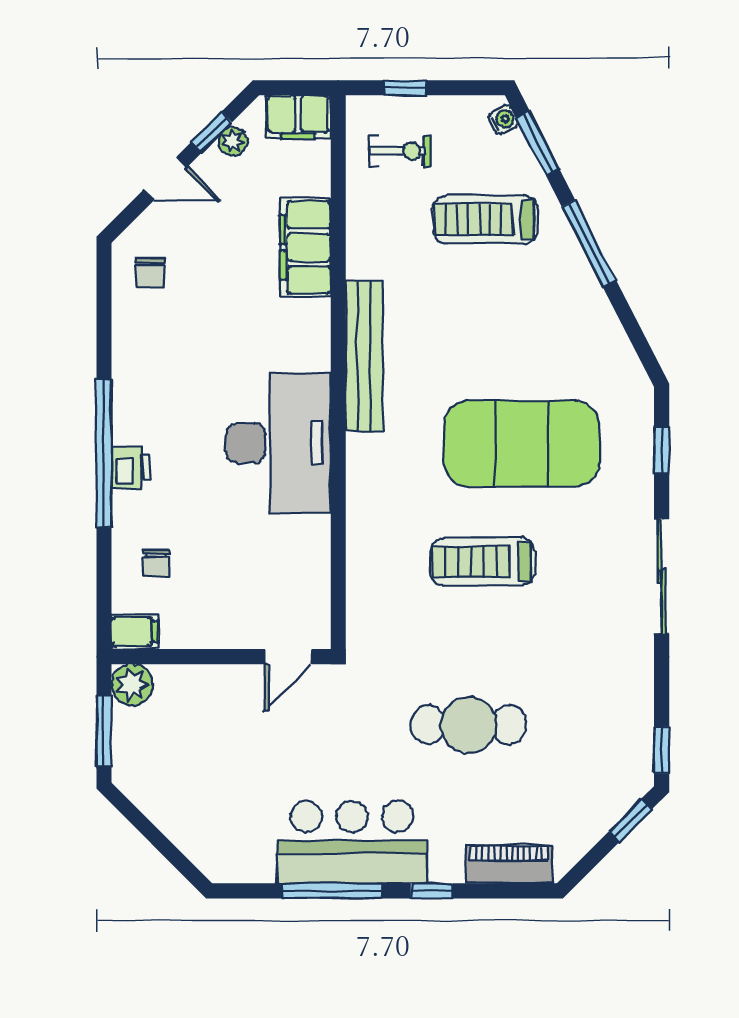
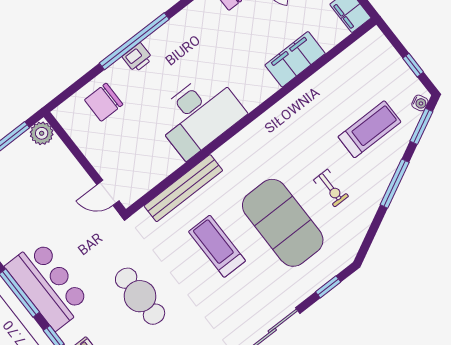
window: (405, 88) -> (413, 65), moved
exercise bike: (400, 151) -> (331, 188), moved
treadmill: (485, 220) -> (369, 129), turned 90
bench: (364, 356) -> (183, 188), moved
chair: (156, 563) -> (104, 102), width x1.87, depth x1.87
filing cabinet: (135, 632) -> (66, 116), removed

